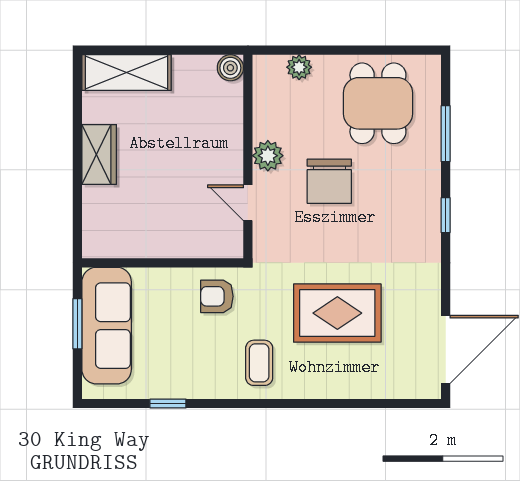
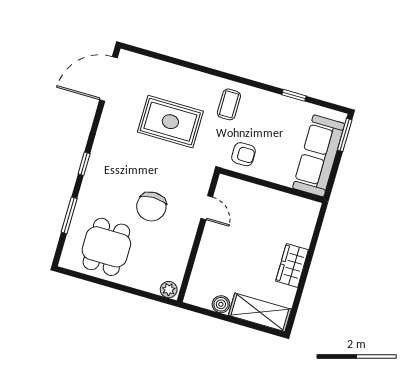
plant: (299, 67) -> (169, 290), moved
boiler: (230, 68) -> (221, 304), moved
plant: (268, 156) -> (186, 234), removed
chair: (329, 181) -> (151, 207), turned 180
window: (77, 324) -> (345, 135), moved

